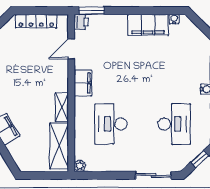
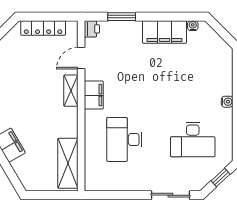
window: (91, 11) -> (122, 17), moved
shelving: (62, 107) -> (71, 91), moved
desk: (174, 124) -> (193, 139), turned 90
plant: (80, 166) -> (90, 185), removed

